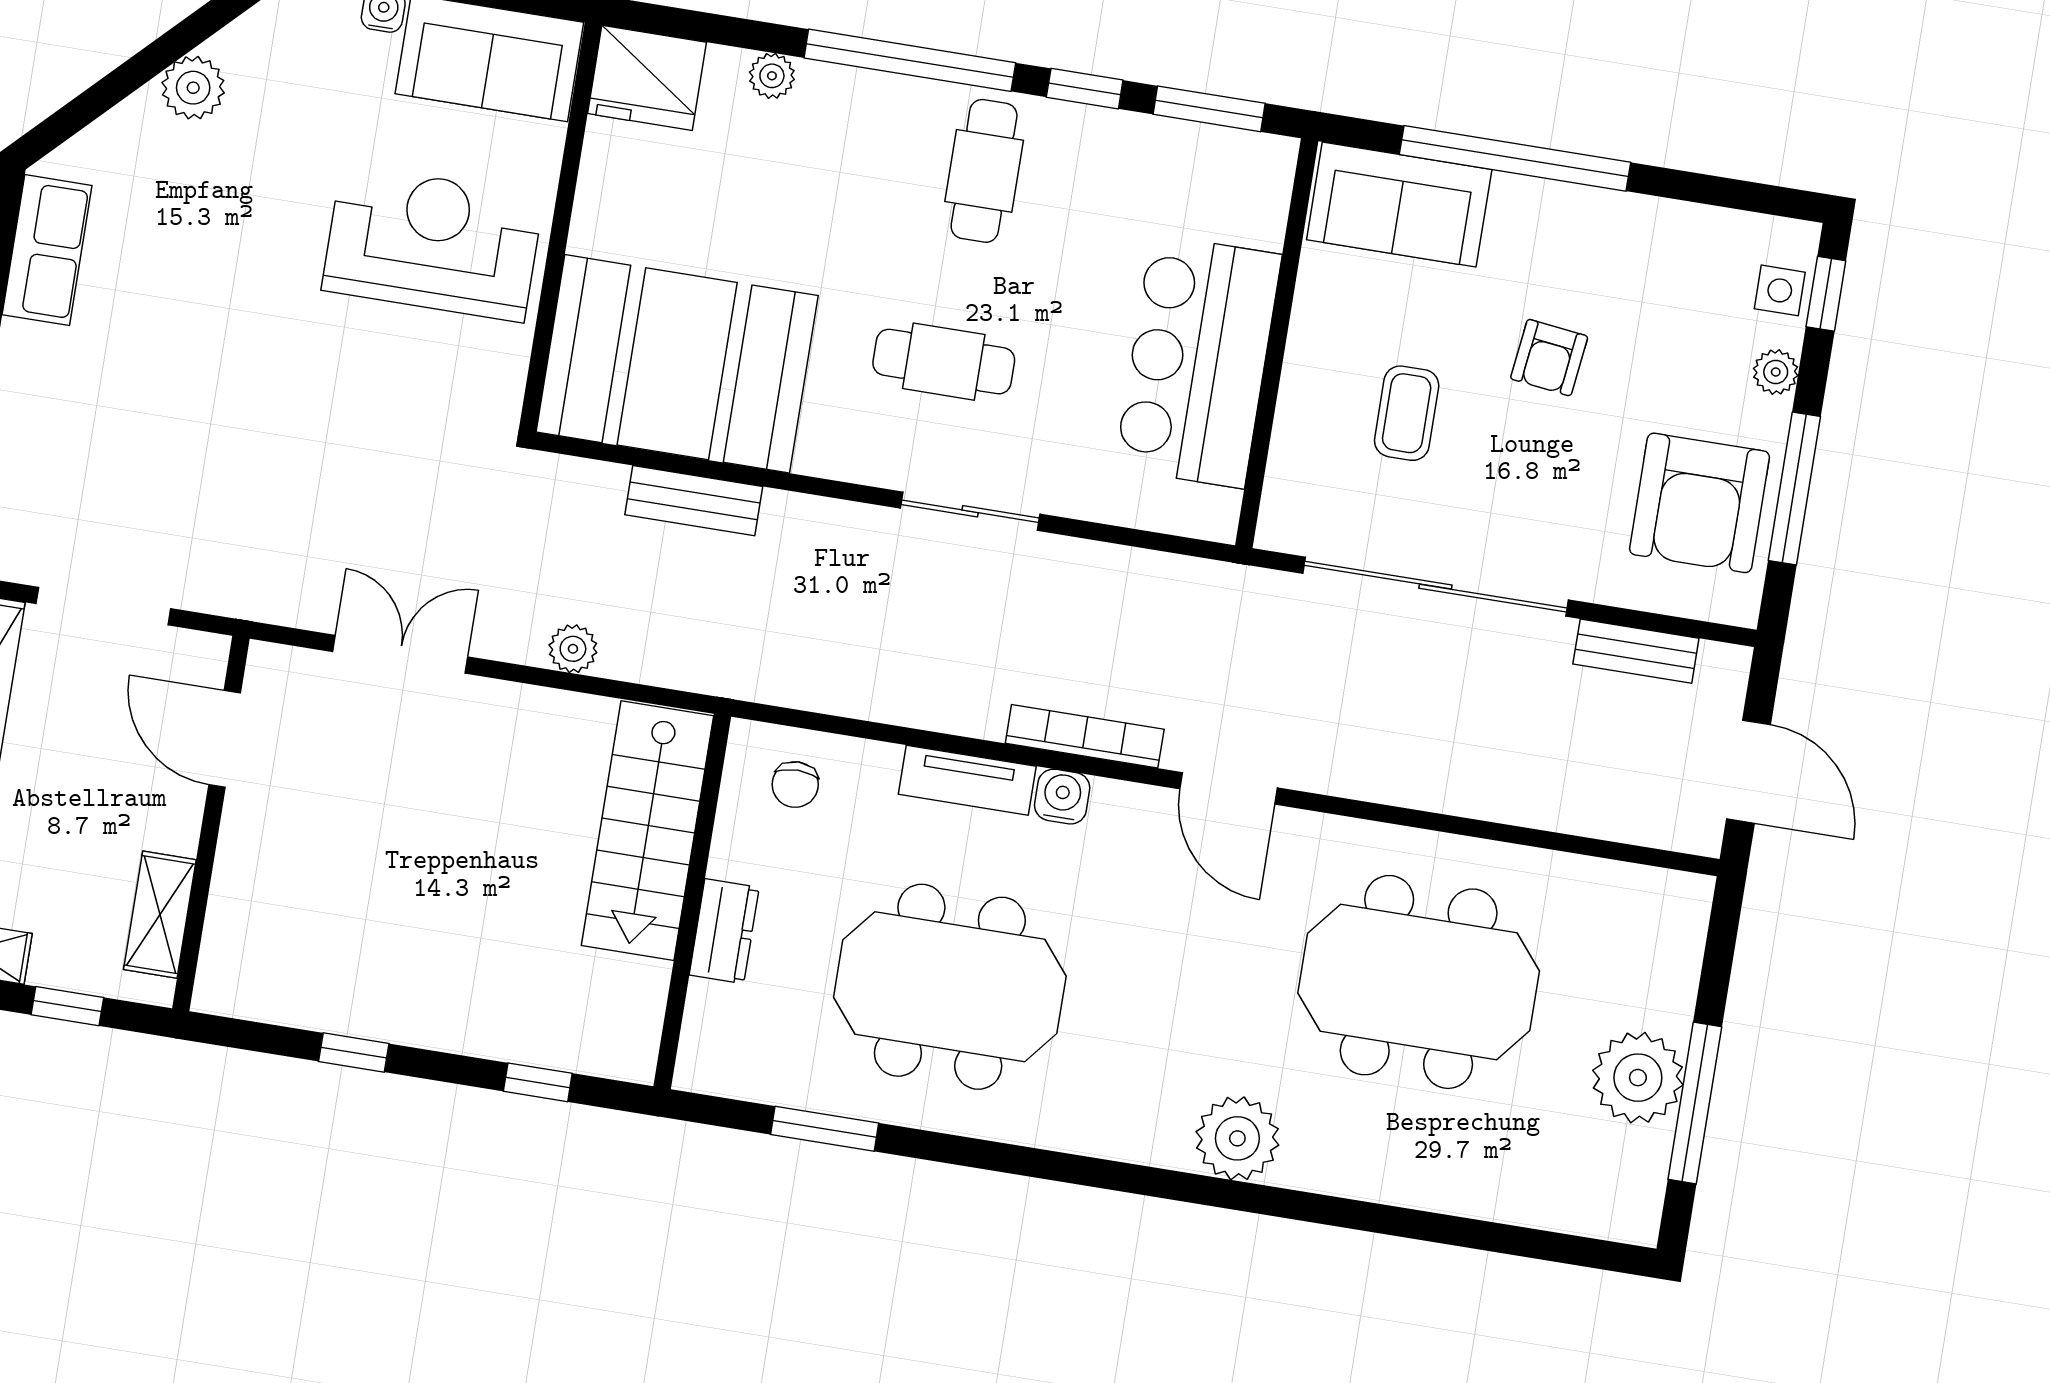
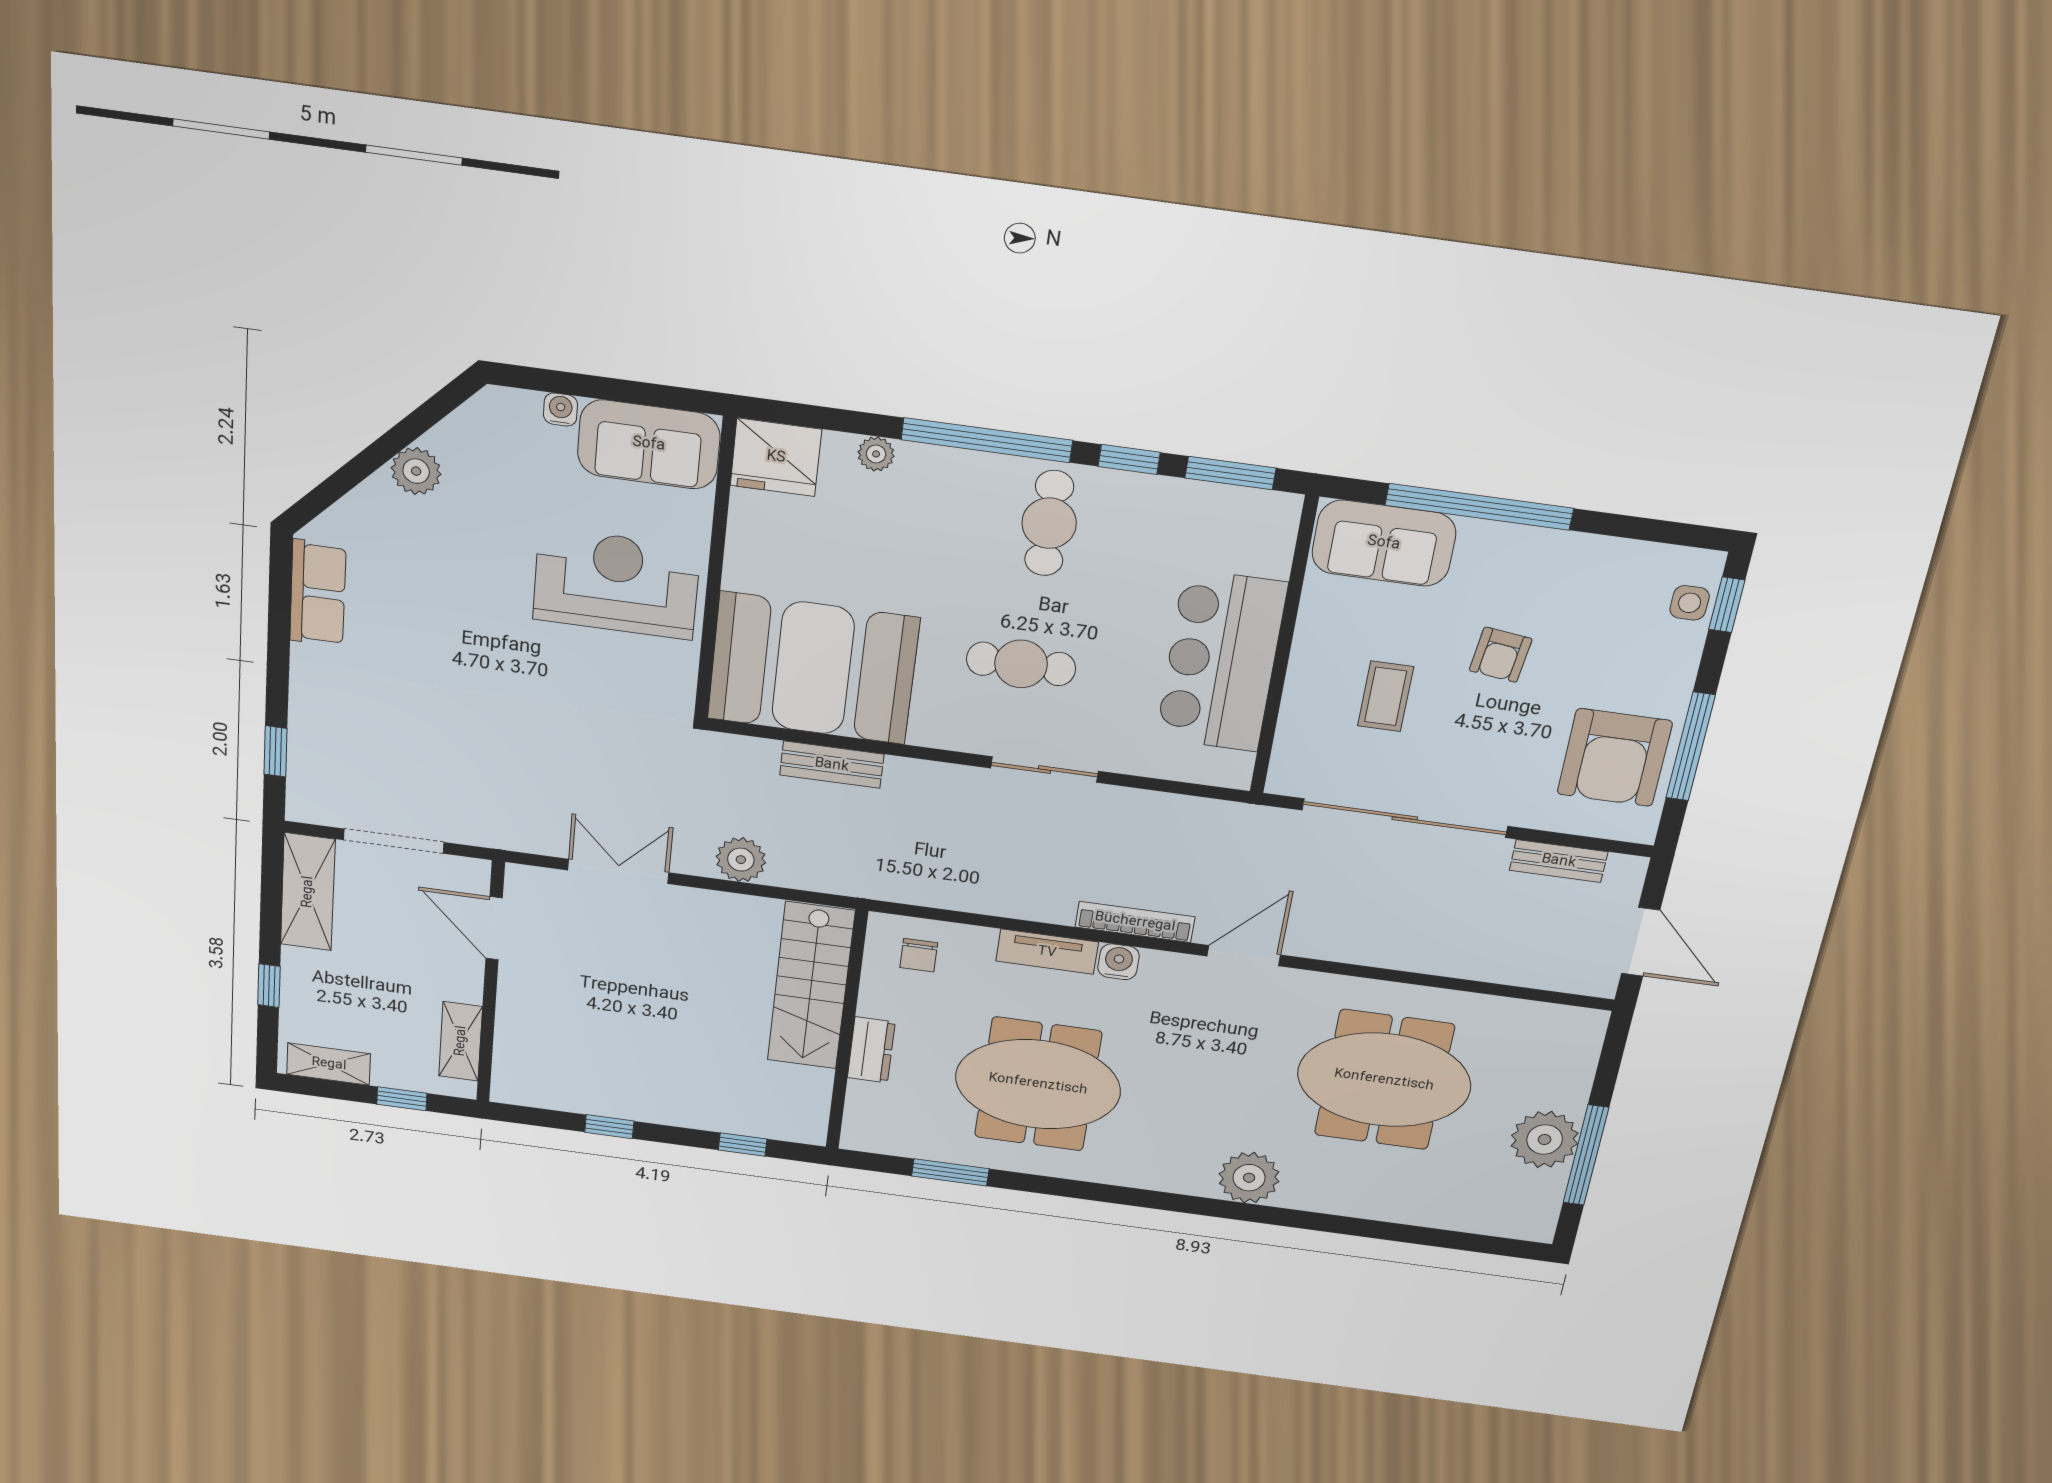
plant: (1776, 372) -> (1682, 663), removed
plant: (573, 649) -> (741, 860), width x1.38, depth x1.38
door: (1229, 788) -> (1244, 956), swing flipped

